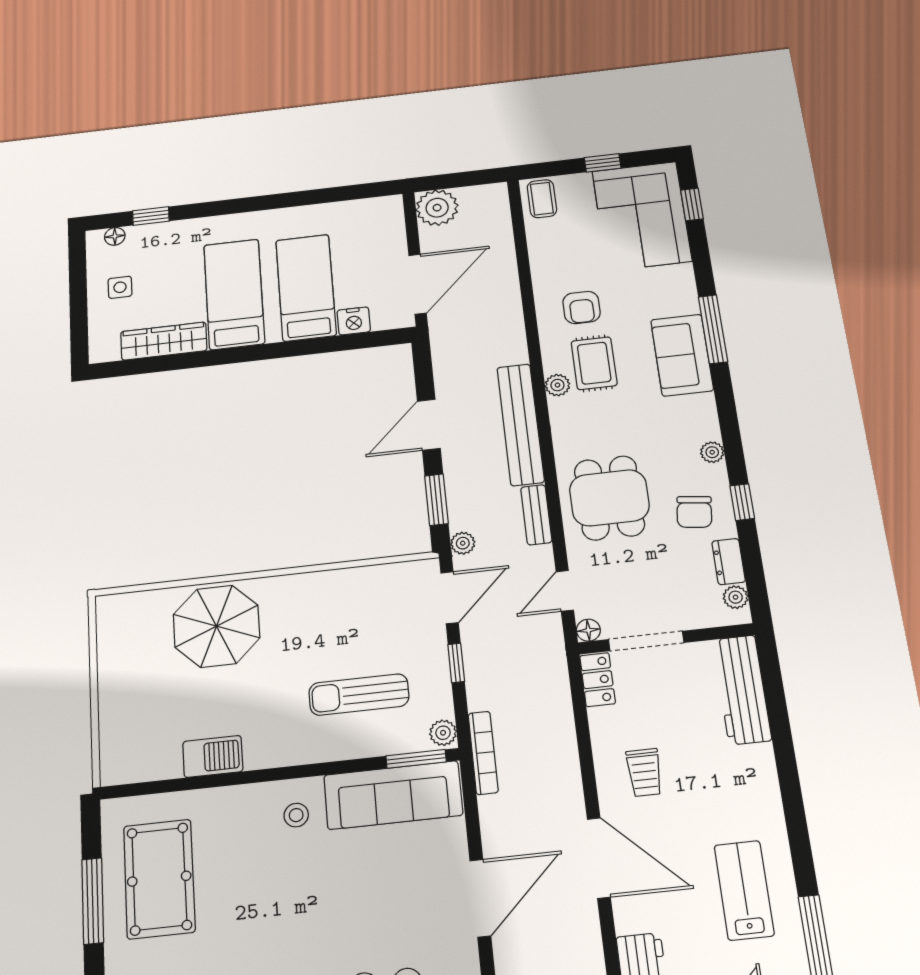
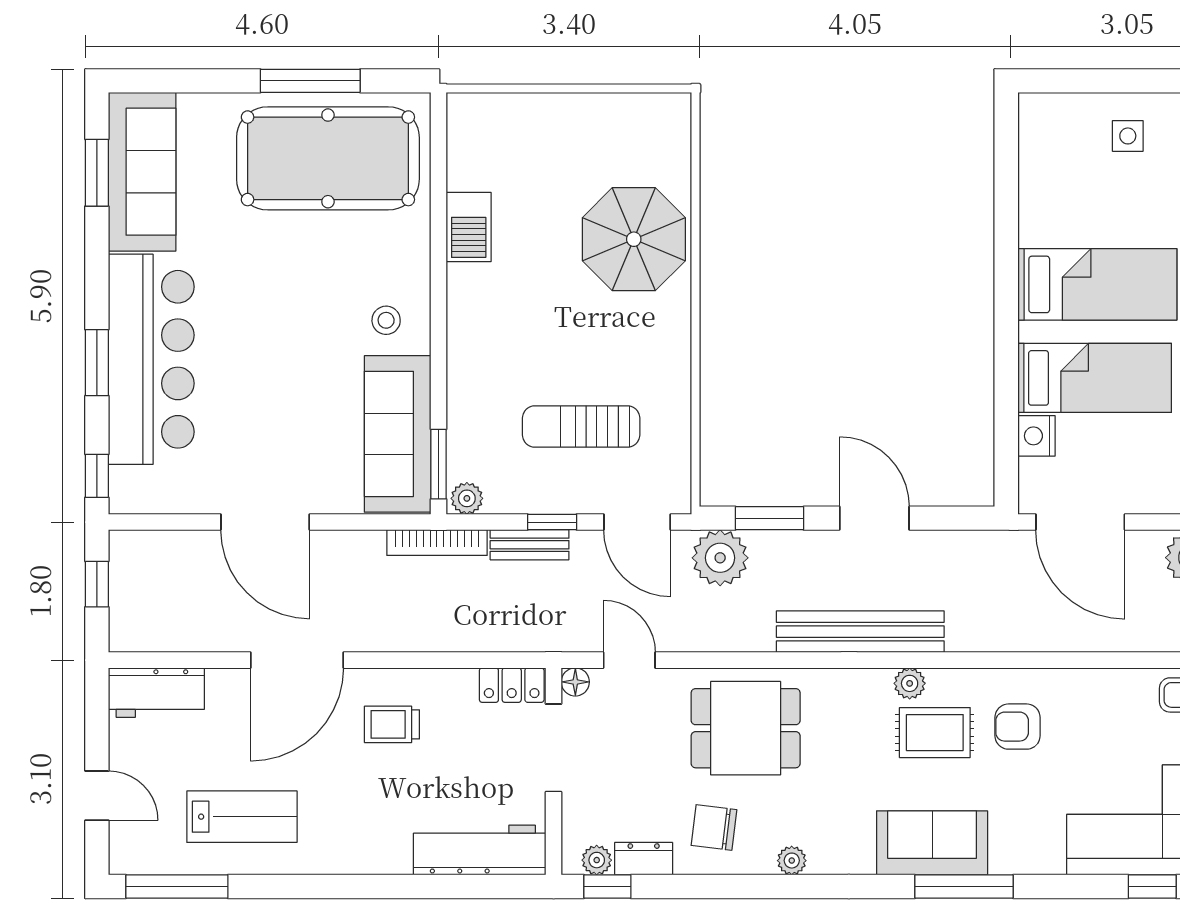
wardrobe: (164, 341) -> (1039, 190), removed
window: (742, 502) -> (607, 887), moved
bench: (536, 515) -> (530, 545), moved
plant: (463, 543) -> (720, 558), width x1.88, depth x1.88
sun lounger: (359, 695) -> (581, 426), moved, turned -90
pool table: (159, 879) -> (328, 158), width x1.36, depth x1.32

